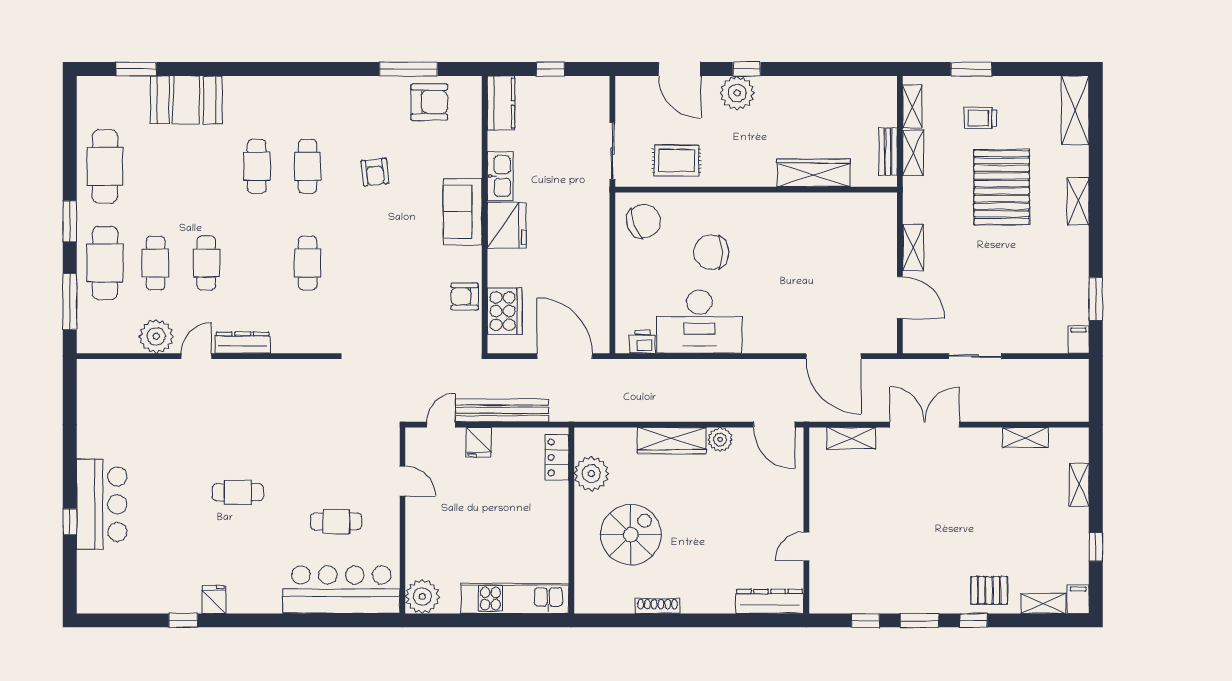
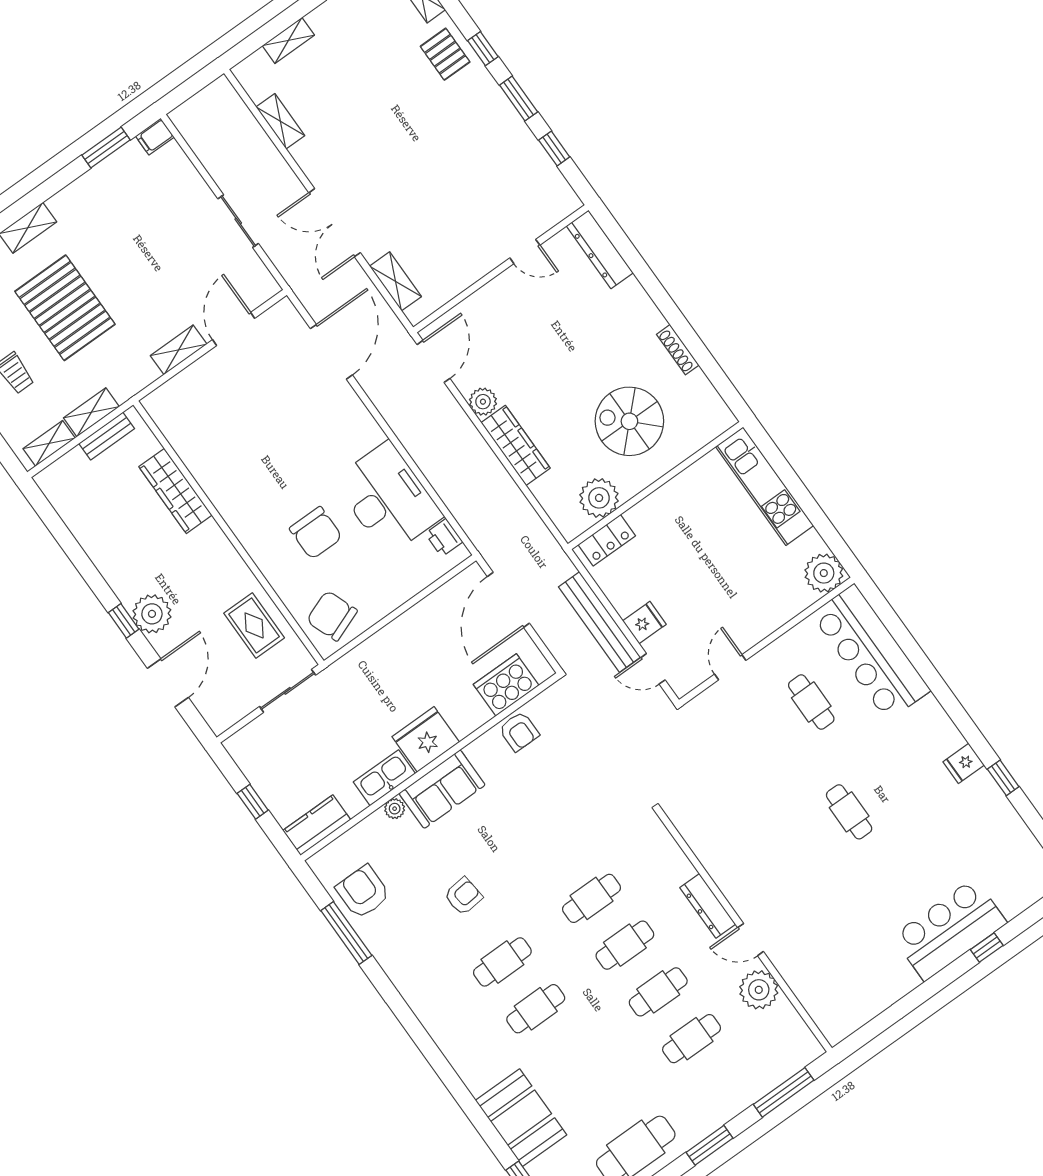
plant: (473, 167) -> (395, 809), added
pallet: (1002, 187) -> (65, 308), turned 90
cafe table: (105, 263) -> (625, 945), moved, width x0.73, depth x0.74

